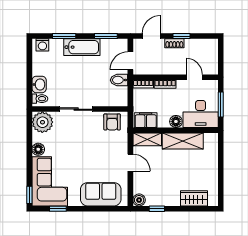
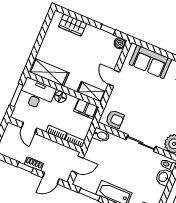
bidet: (119, 80) -> (101, 135), moved
armchair: (112, 122) -> (115, 119), turned 90
shelving: (183, 141) -> (49, 72), moved

